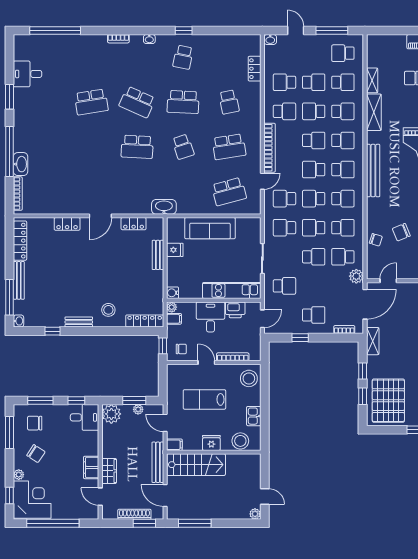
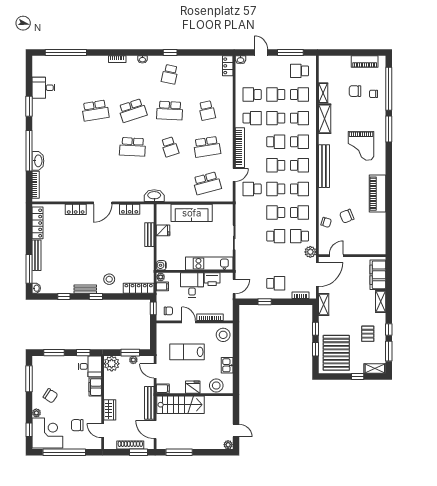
locker: (255, 69) -> (228, 66), moved
school desk: (314, 82) -> (276, 95), turned 180
school desk: (137, 102) -> (133, 111), turned -42
school desk: (284, 228) -> (252, 213), removed
school desk: (284, 286) -> (252, 260), removed
window: (92, 331) -> (96, 296), added
chair: (35, 423) -> (77, 425), moved
filing cabinet: (91, 467) -> (95, 387), moved

